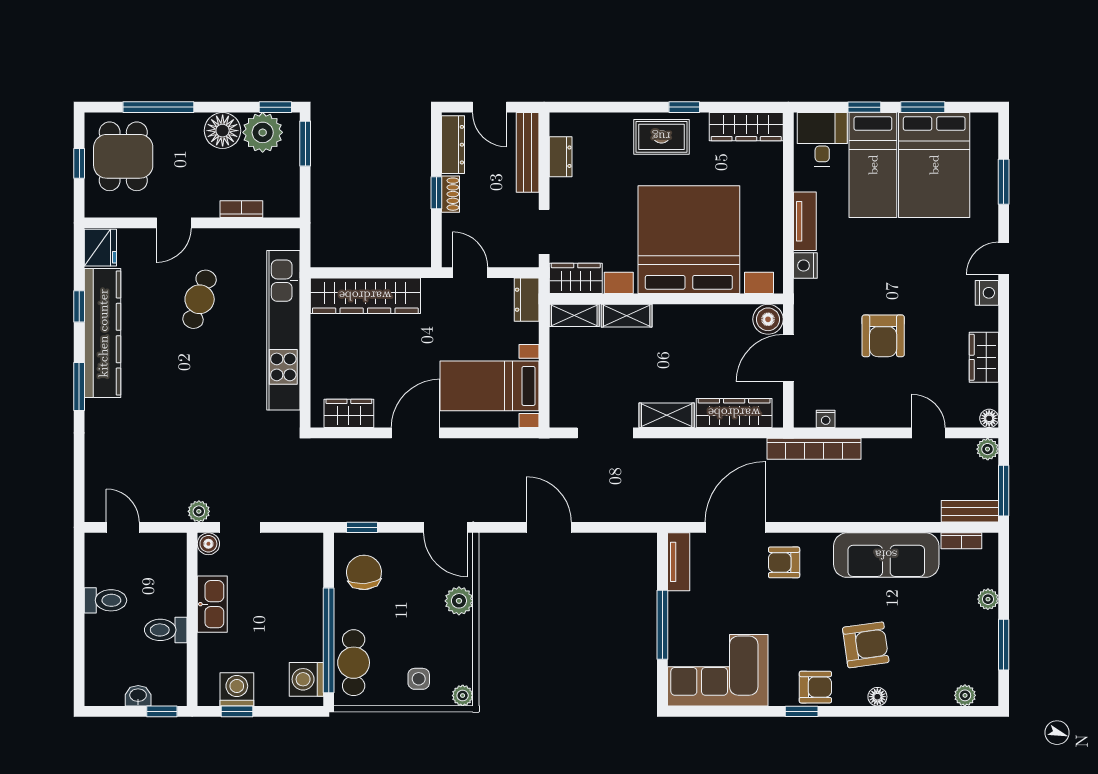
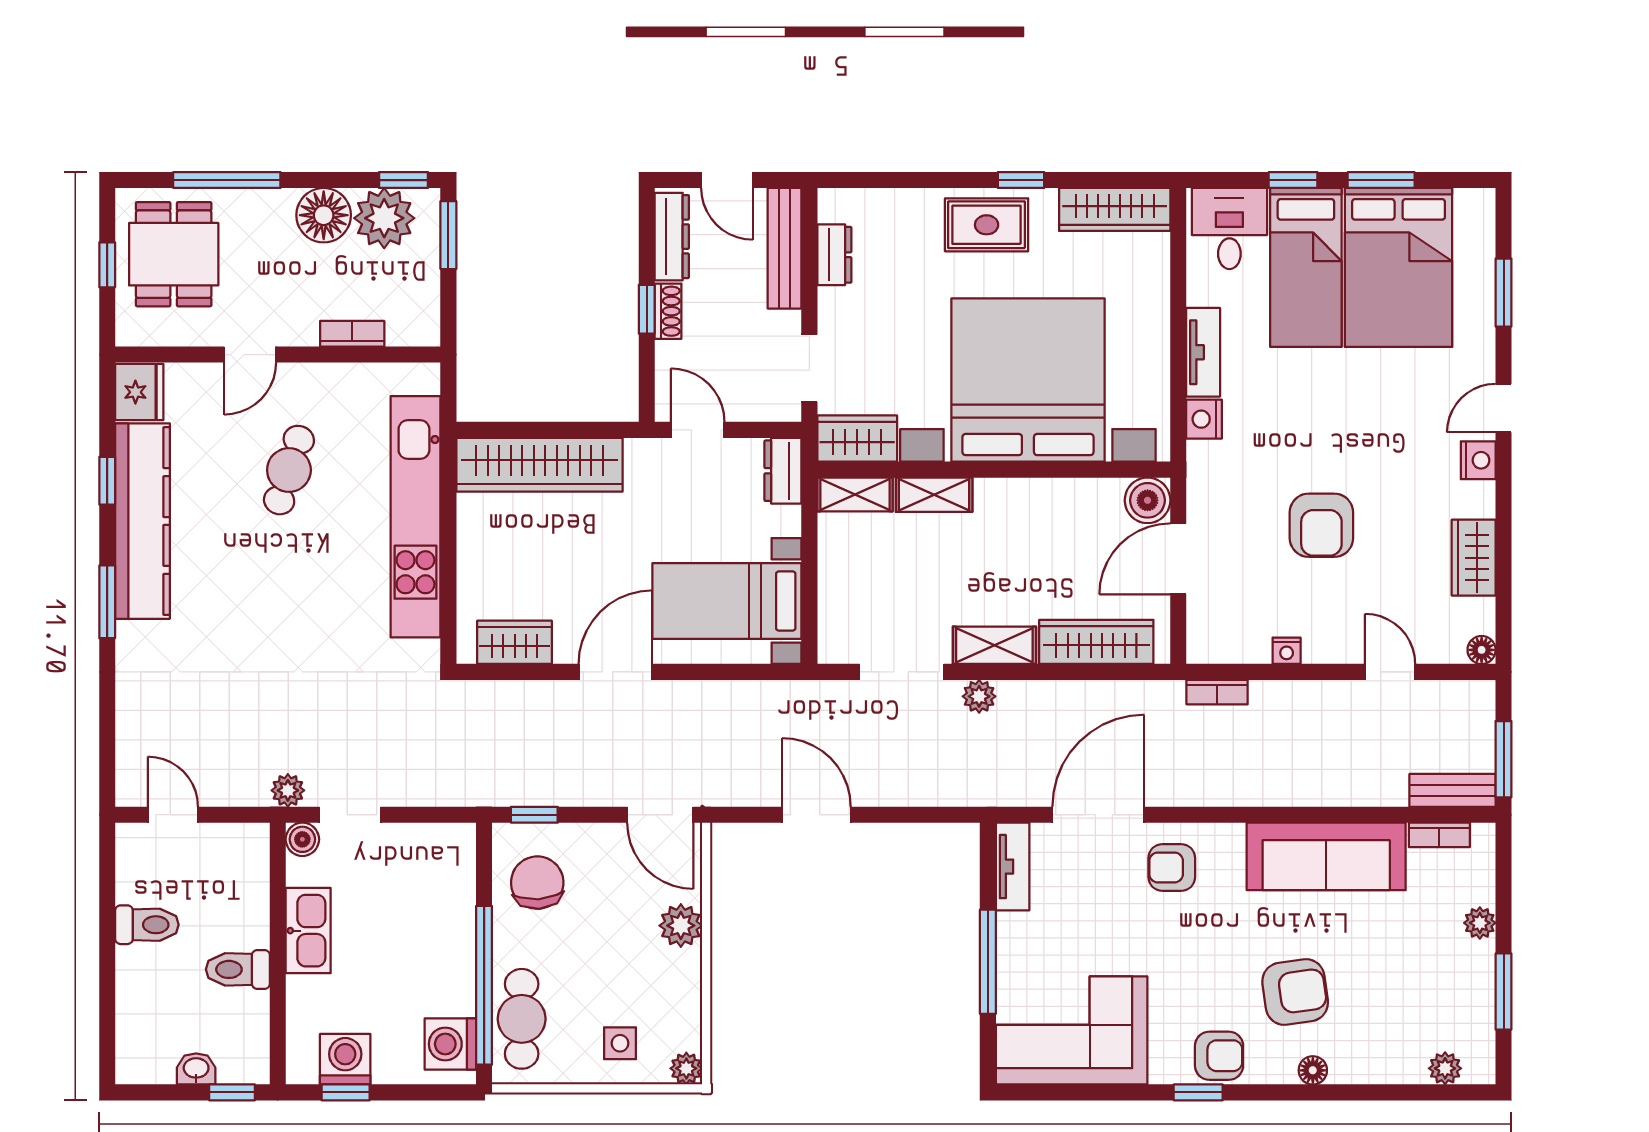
nightstand: (826, 419) -> (1287, 651), moved
bookcase: (814, 449) -> (1217, 692), width x0.43, depth x0.76
plant: (988, 449) -> (979, 696), moved

